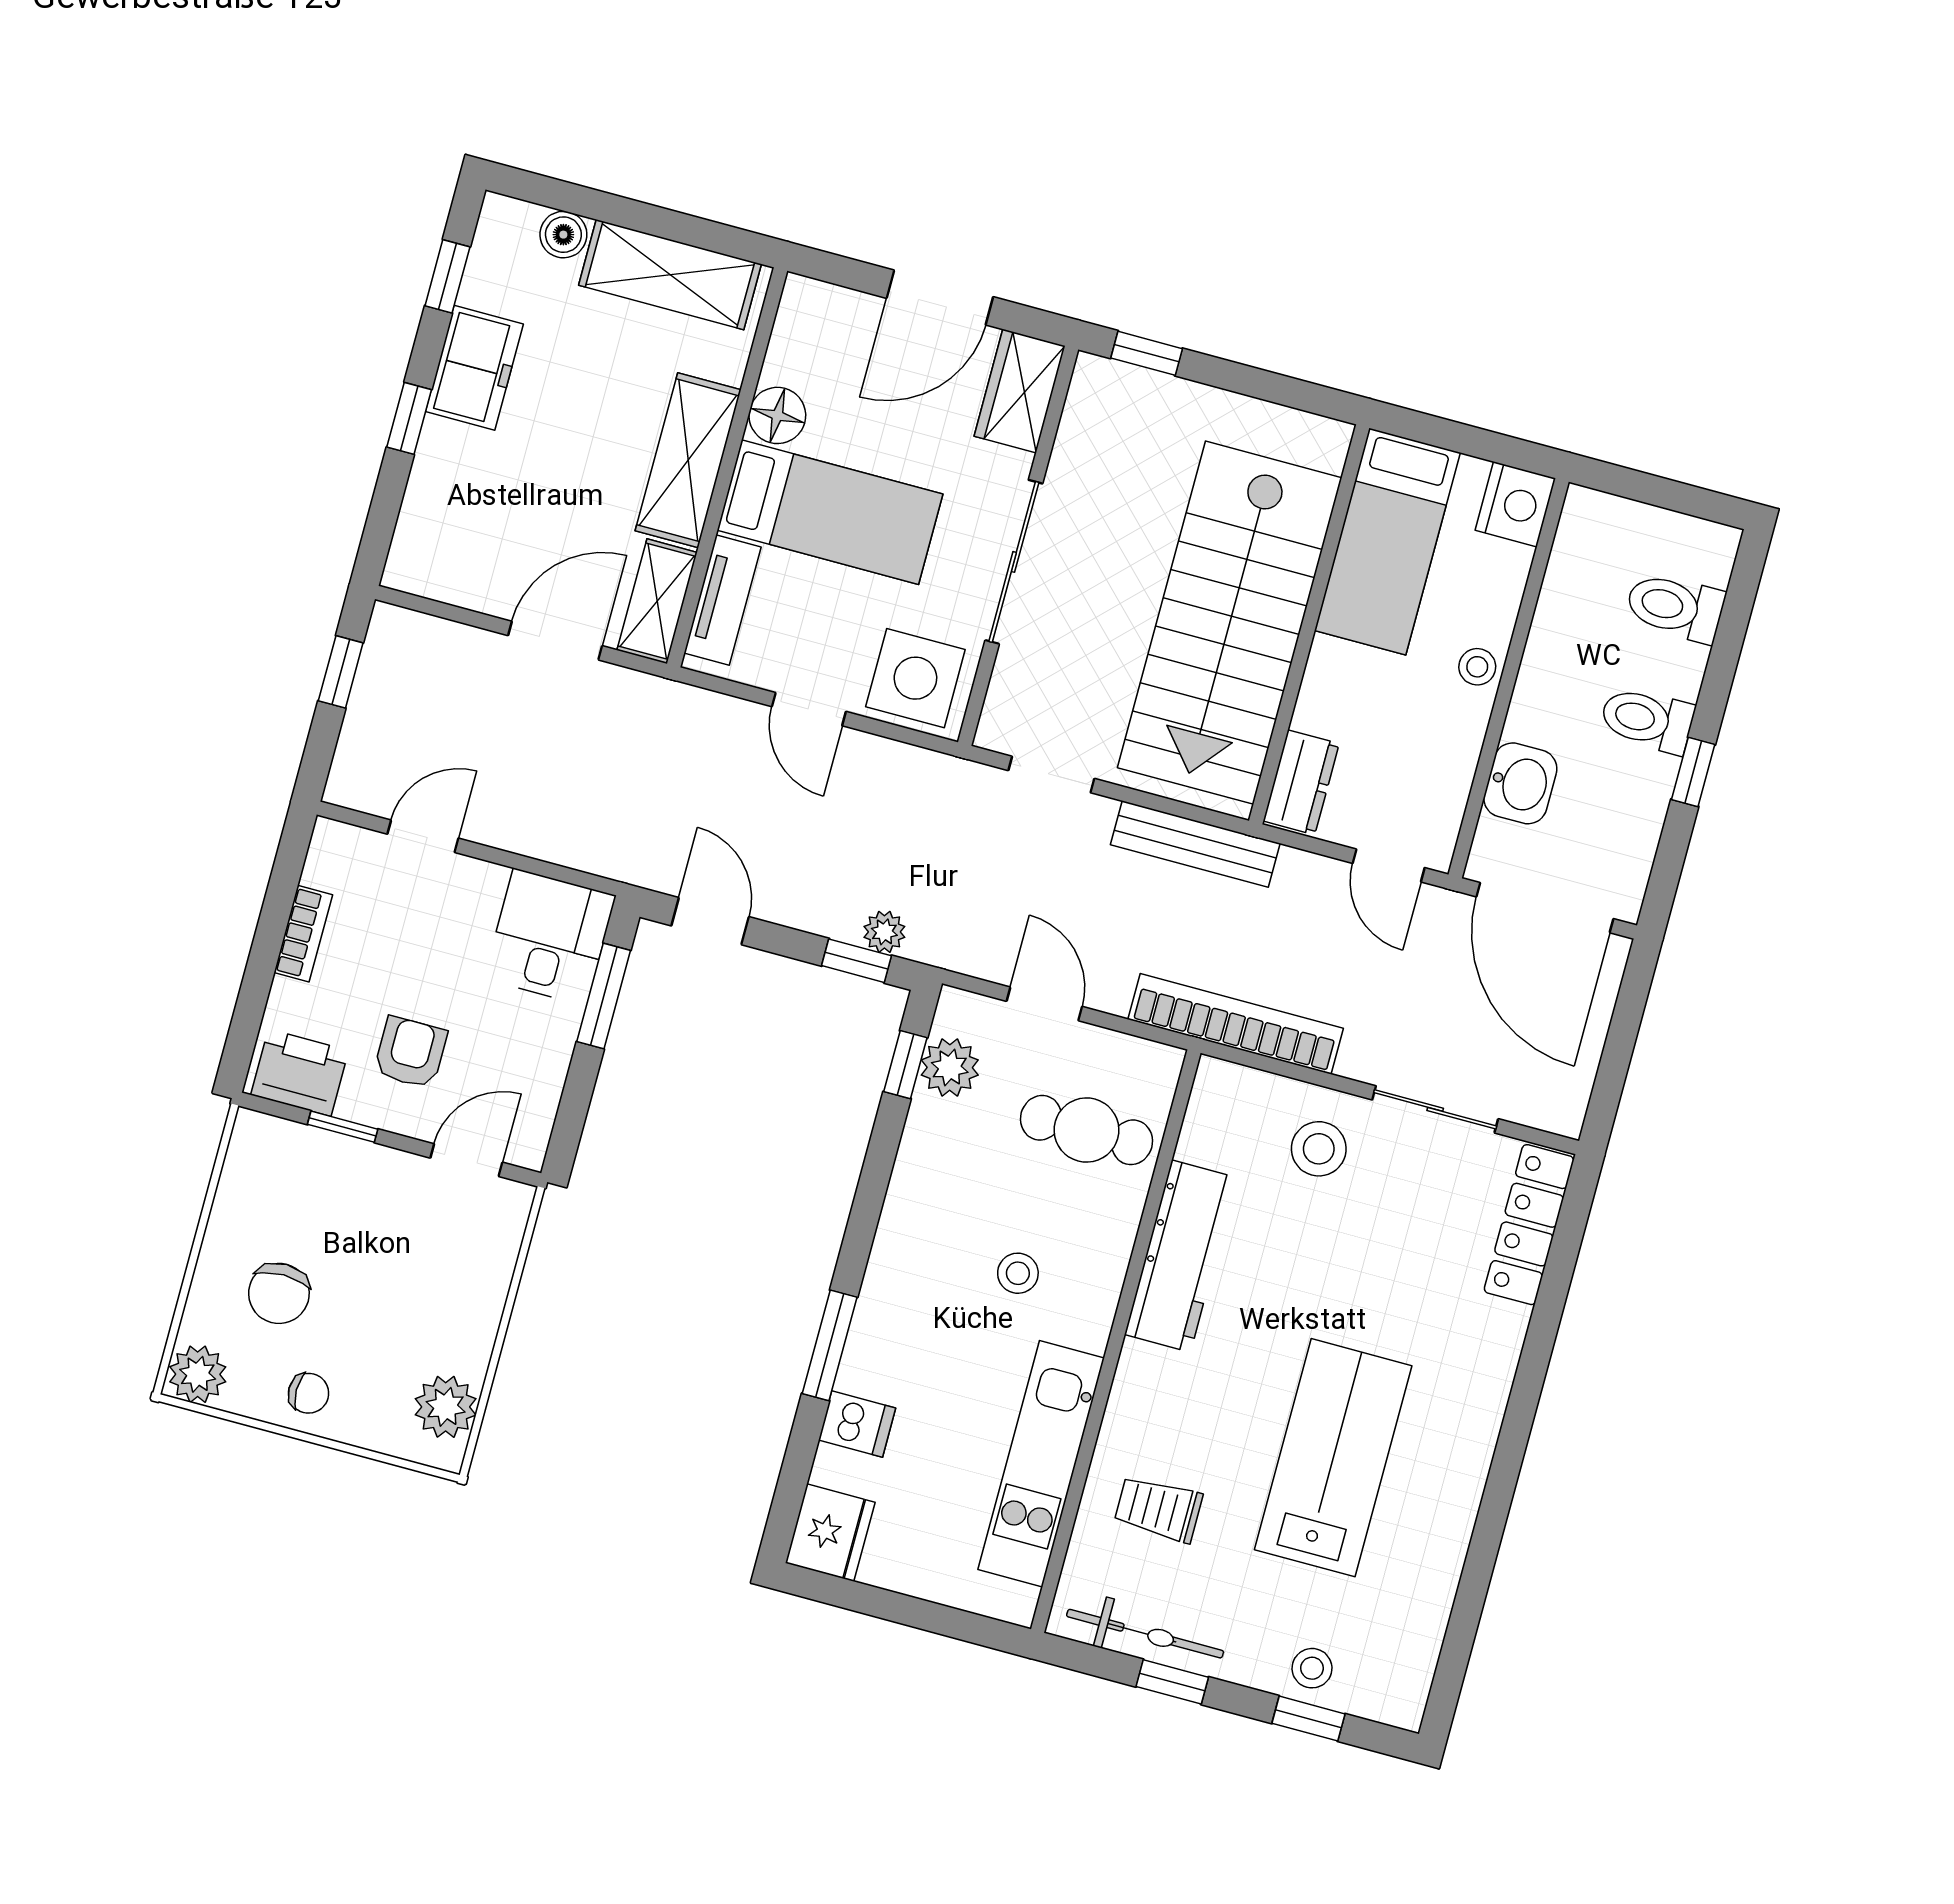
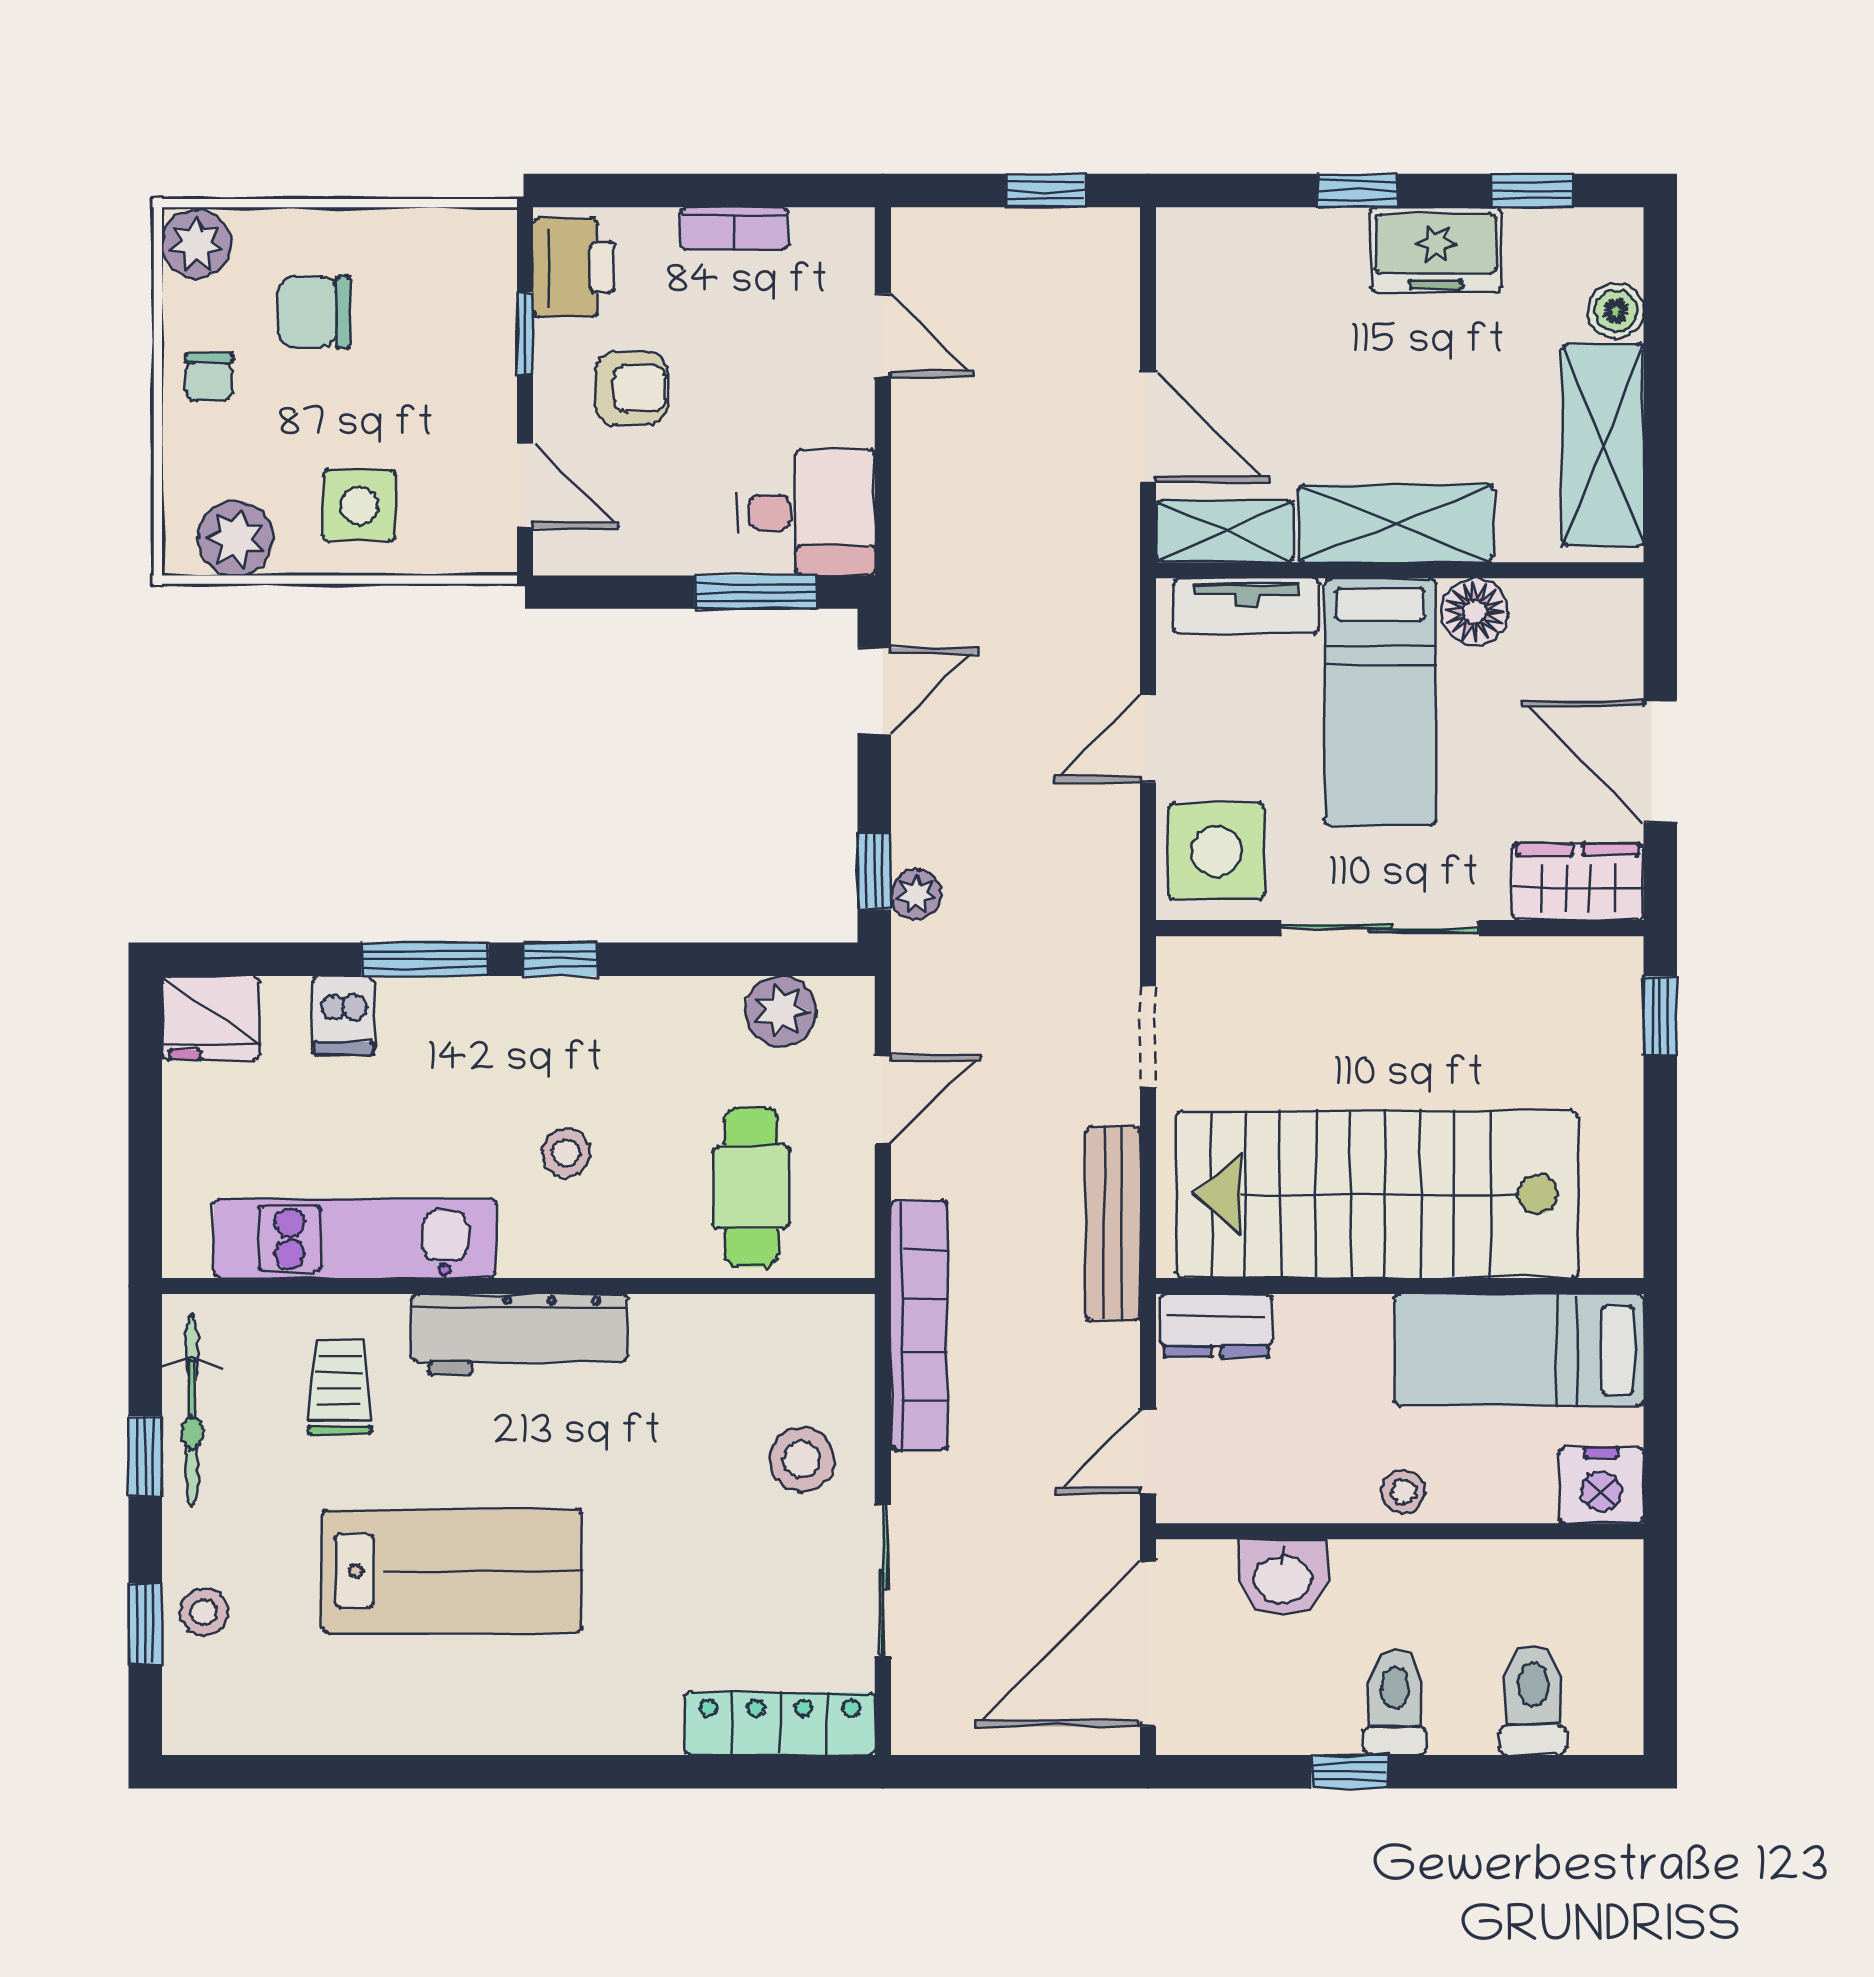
window: (905, 1065) -> (560, 959), moved
workbench: (1181, 1256) -> (519, 1334), moved
side table: (446, 1299) -> (359, 506), added

